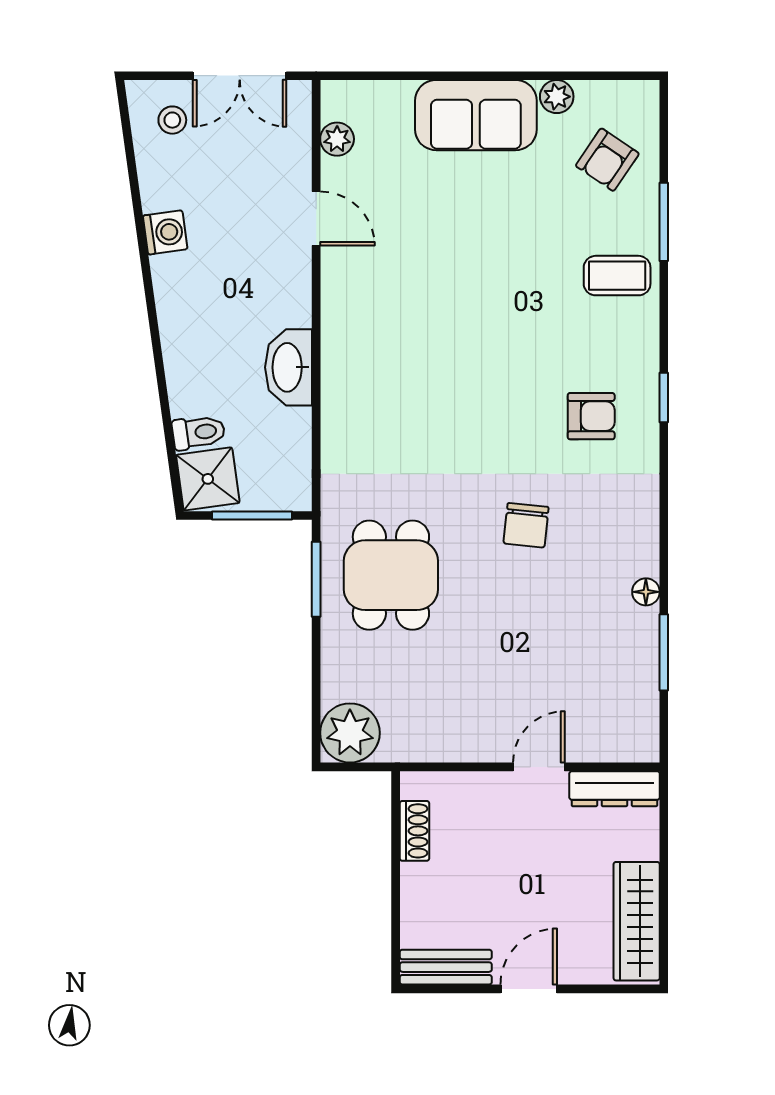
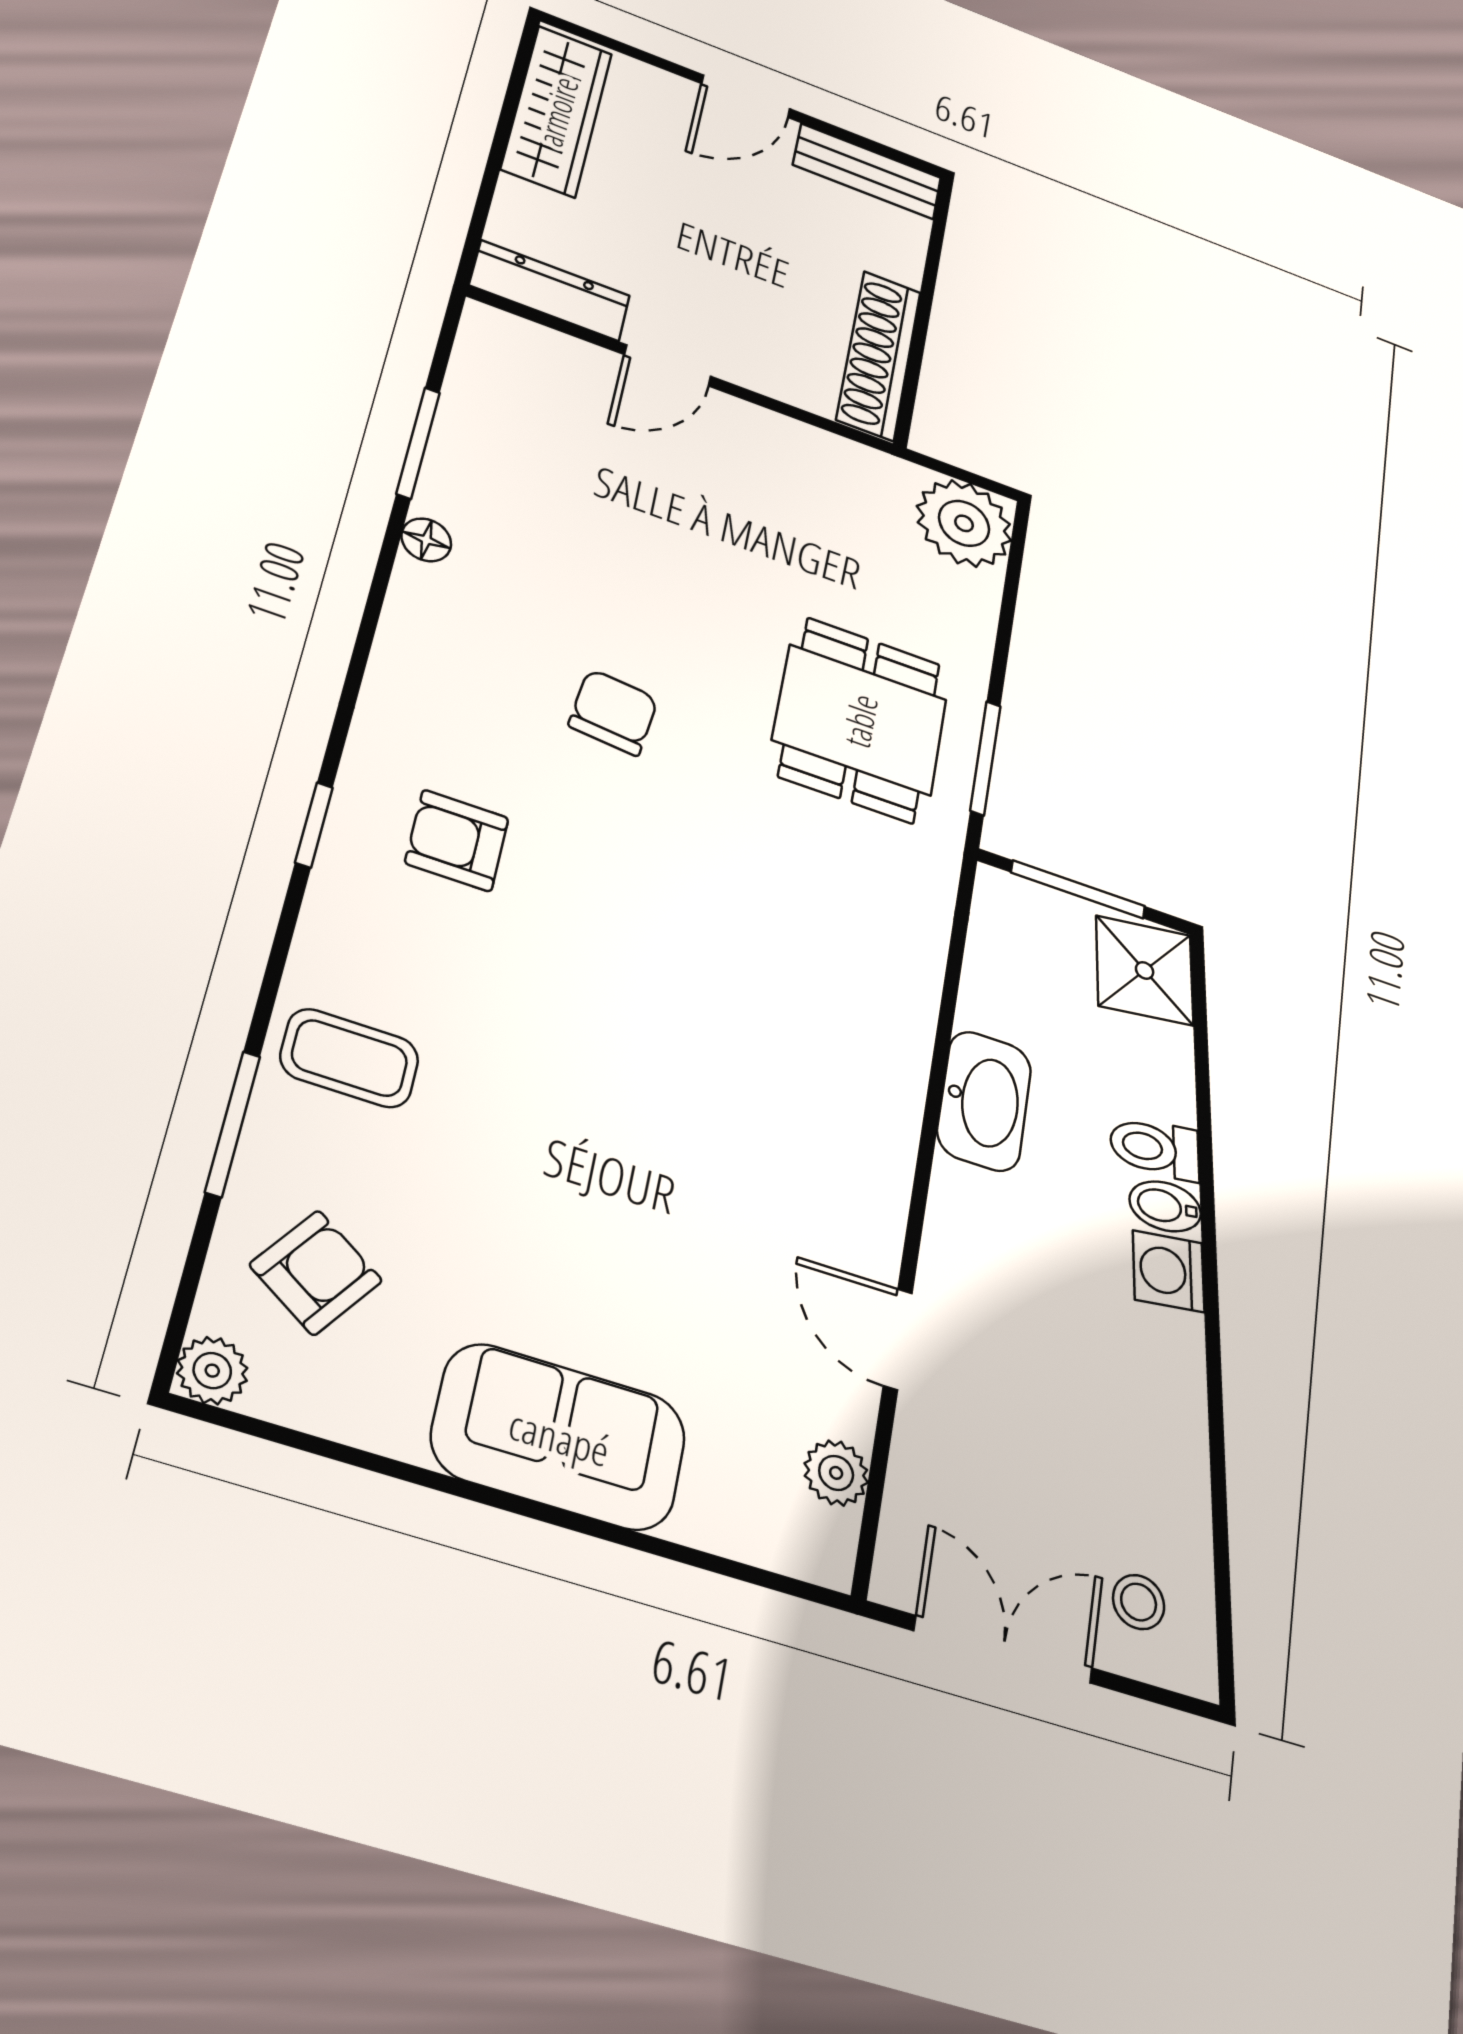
plant: (557, 97) -> (212, 1371), moved
washing machine: (165, 232) -> (1169, 1271), moved
bidet: (181, 341) -> (1165, 1206), added
toilet: (199, 432) -> (1155, 1148), moved
shoe rack: (414, 831) -> (879, 355), width x1.94, depth x1.24

